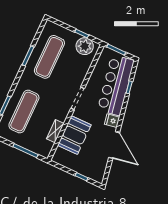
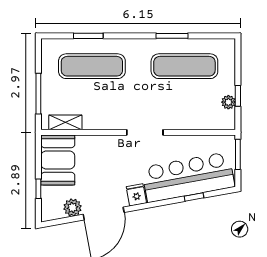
plant: (85, 46) -> (228, 102), width x0.53, depth x0.53
shelving: (55, 131) -> (65, 122), moved
booth: (74, 135) -> (58, 160), moved, turned 90
plant: (102, 162) -> (73, 208), added

